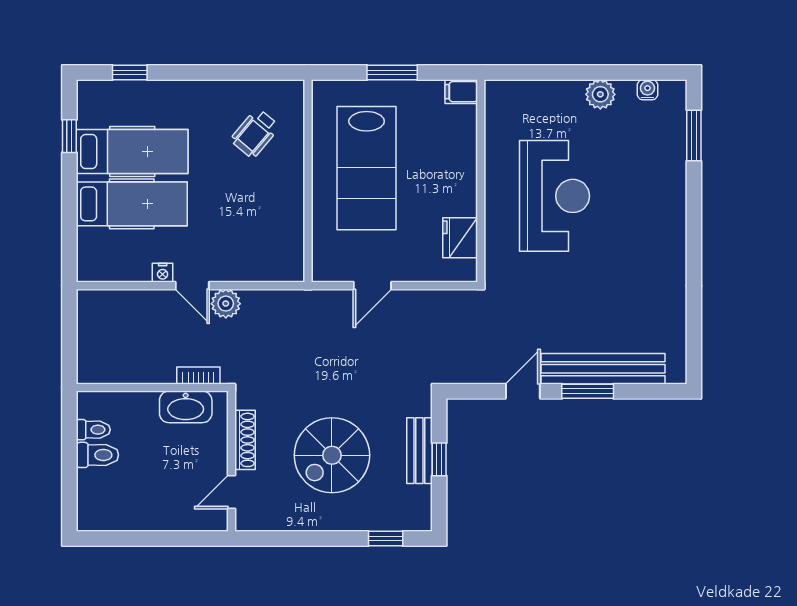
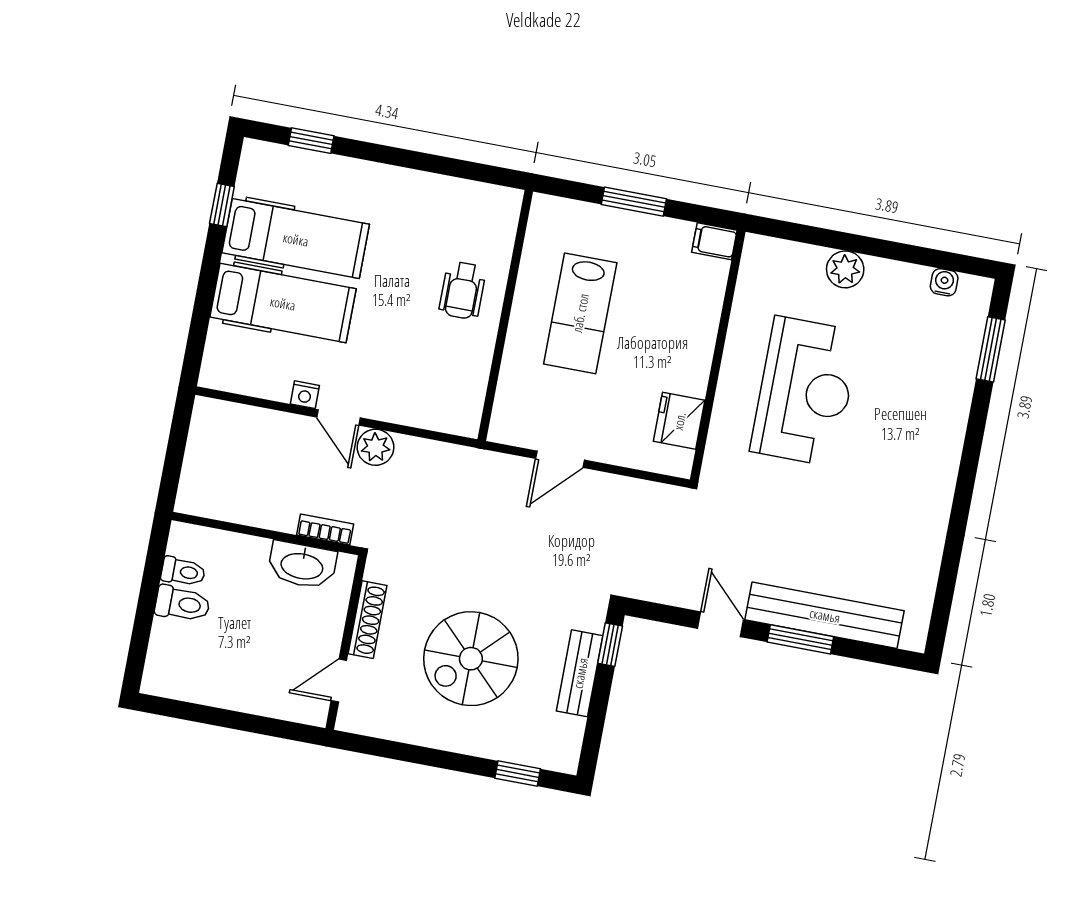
plant: (600, 94) -> (845, 269), moved
wheelchair: (255, 133) -> (462, 290), moved, turned -40
lab bench: (367, 168) -> (580, 313), width x0.73, depth x0.72
door: (523, 391) -> (721, 624), hinge flipped
window: (439, 459) -> (610, 645), moved

